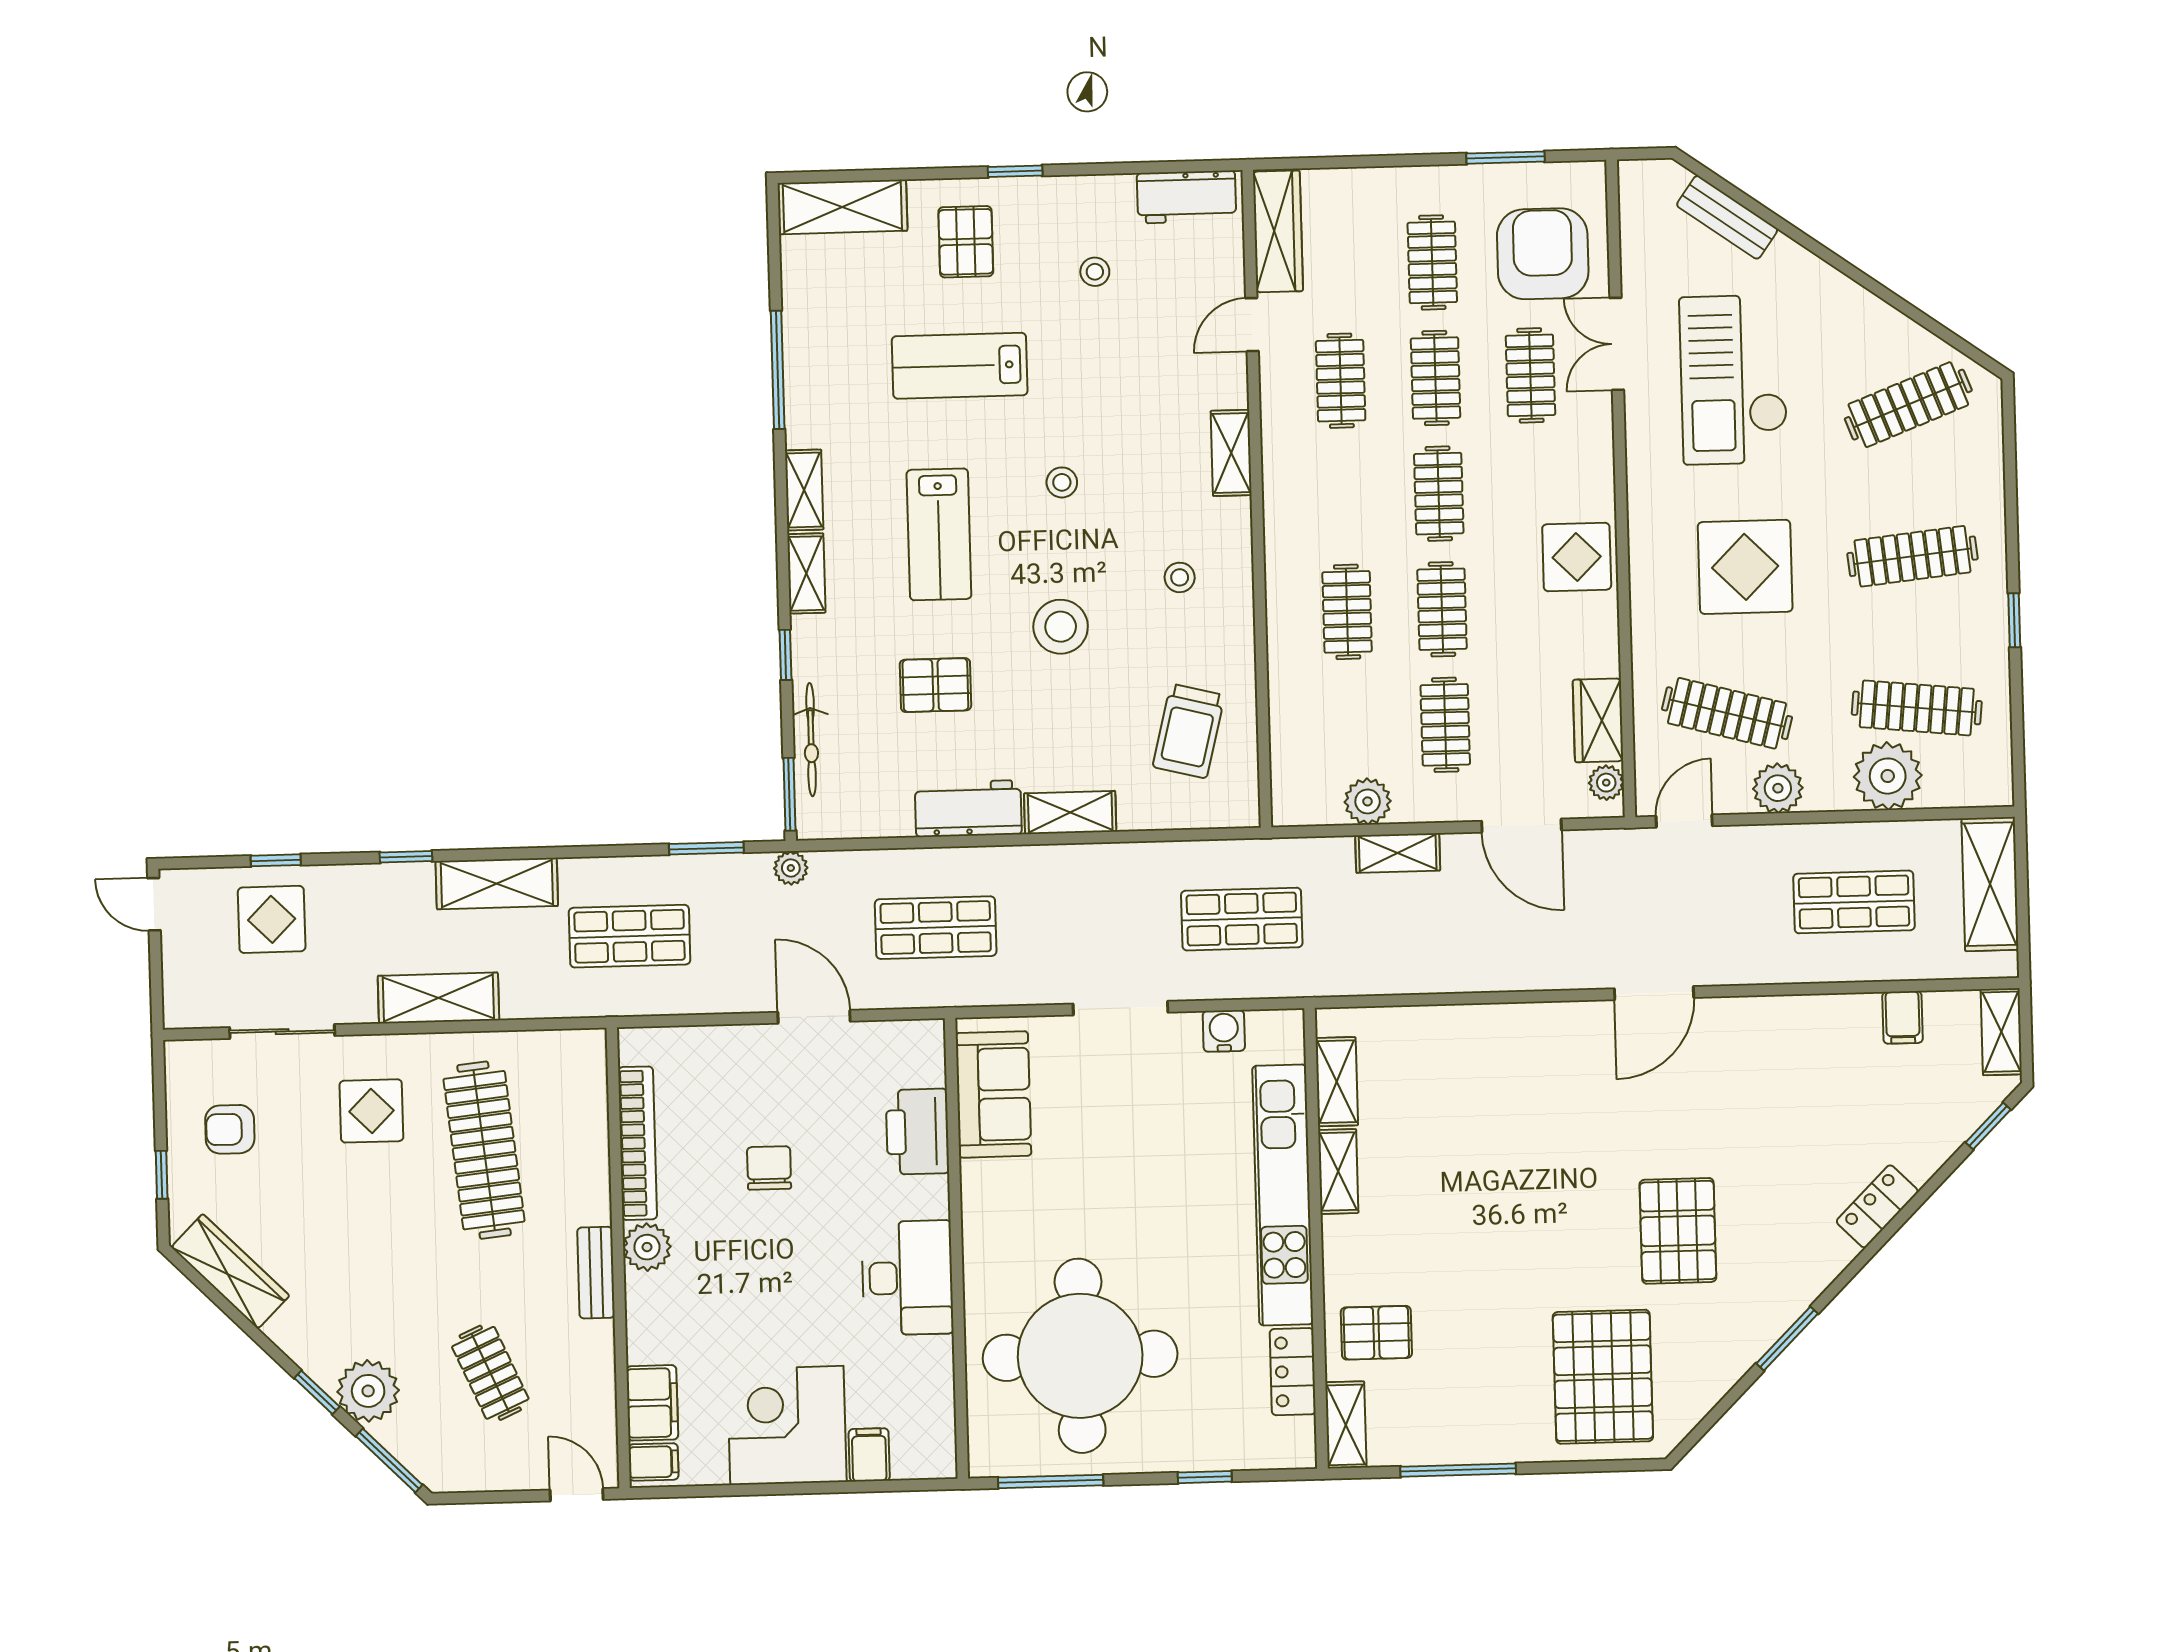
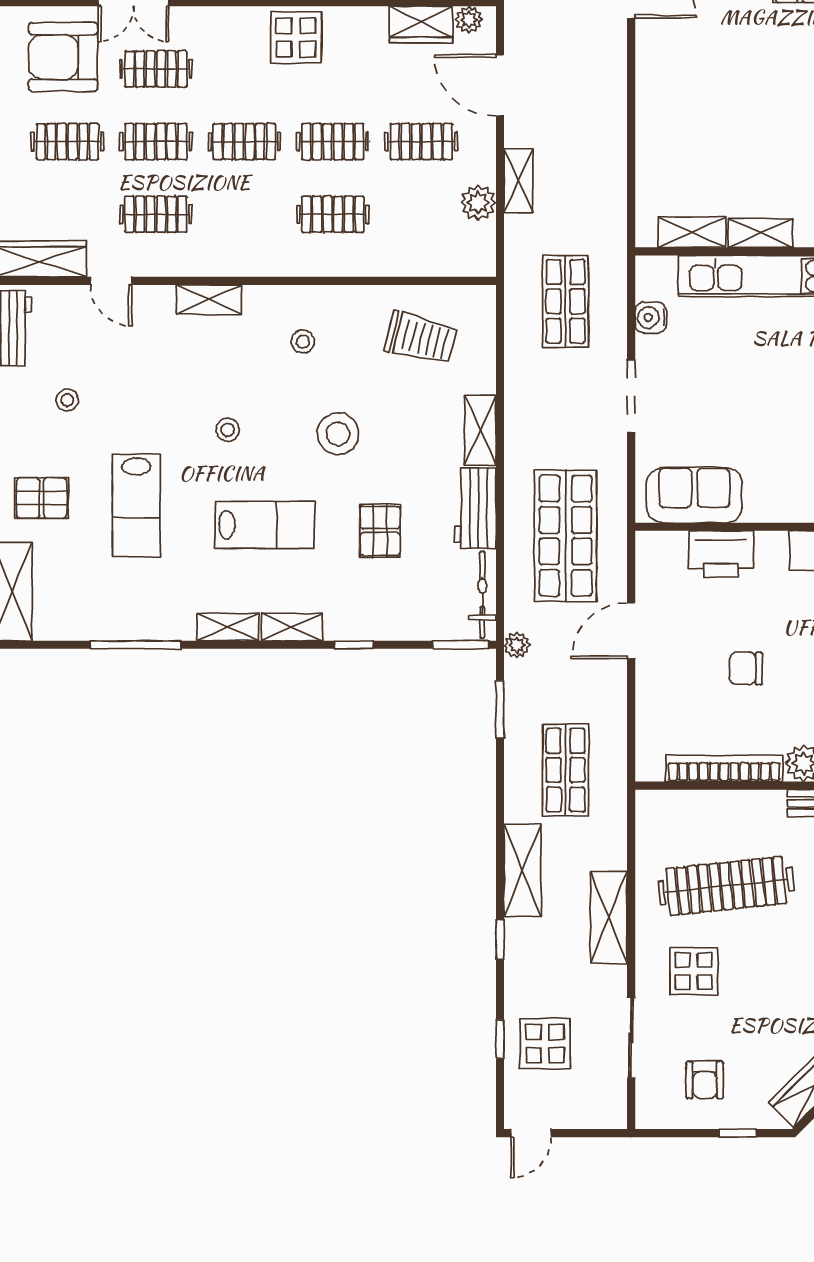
bicycle: (811, 740) -> (482, 595), moved, turned -90
door: (1522, 826) -> (500, 85), swing flipped
shop shelf: (936, 928) -> (566, 536), width x1.43, depth x1.36

